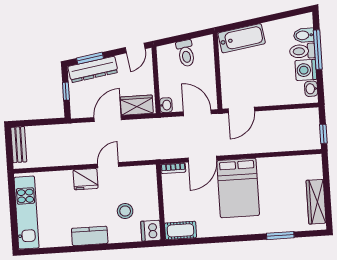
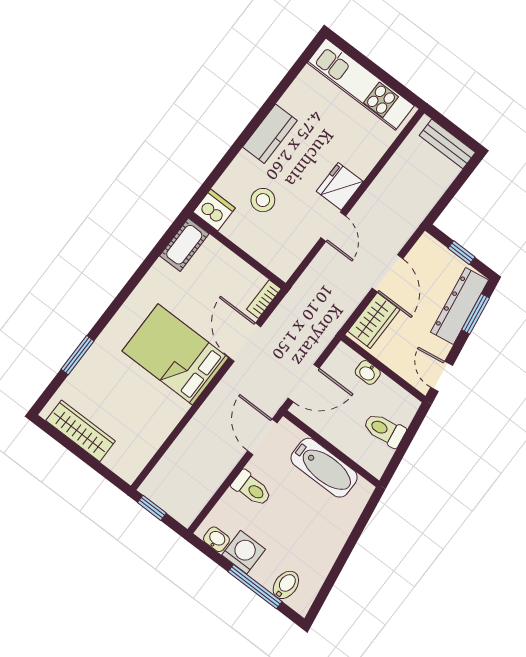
bathtub: (242, 38) -> (324, 468), moved, turned -81
toilet: (302, 51) -> (252, 489), moved, turned 90
washbasin: (166, 105) -> (368, 372), moved

